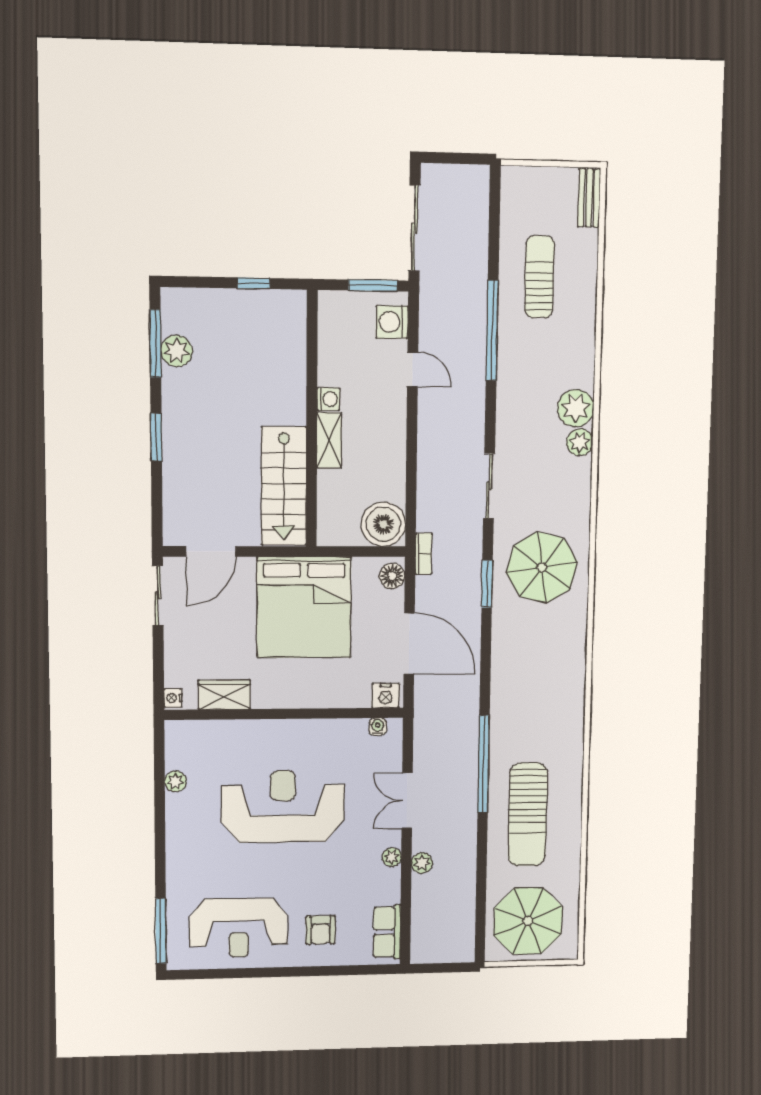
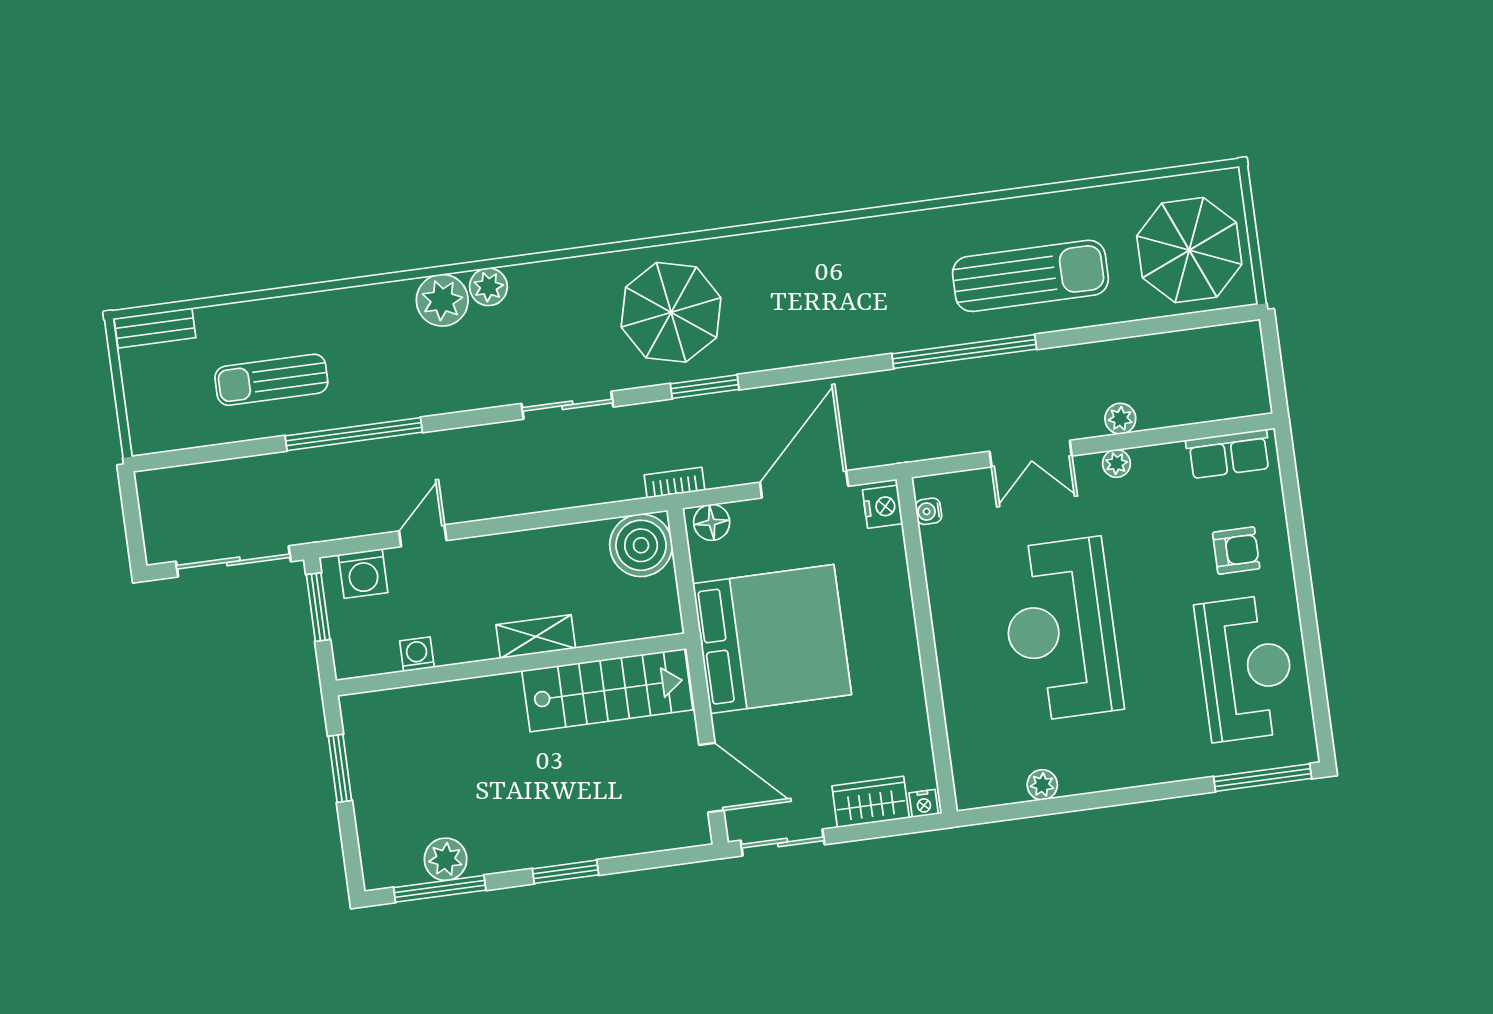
window: (253, 283) -> (340, 768), width x1.50
washing machine: (328, 399) -> (417, 654), moved
wardrobe: (224, 695) -> (871, 802), moved, turned 90

